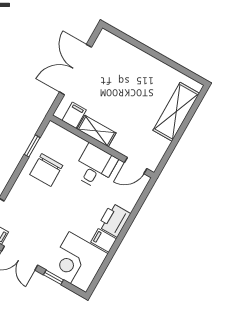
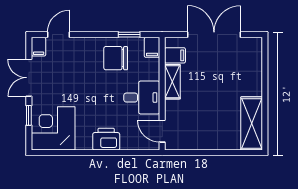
shelving: (176, 112) -> (252, 123), moved, turned 90
filing cabinet: (104, 240) -> (152, 47), moved, turned 180

